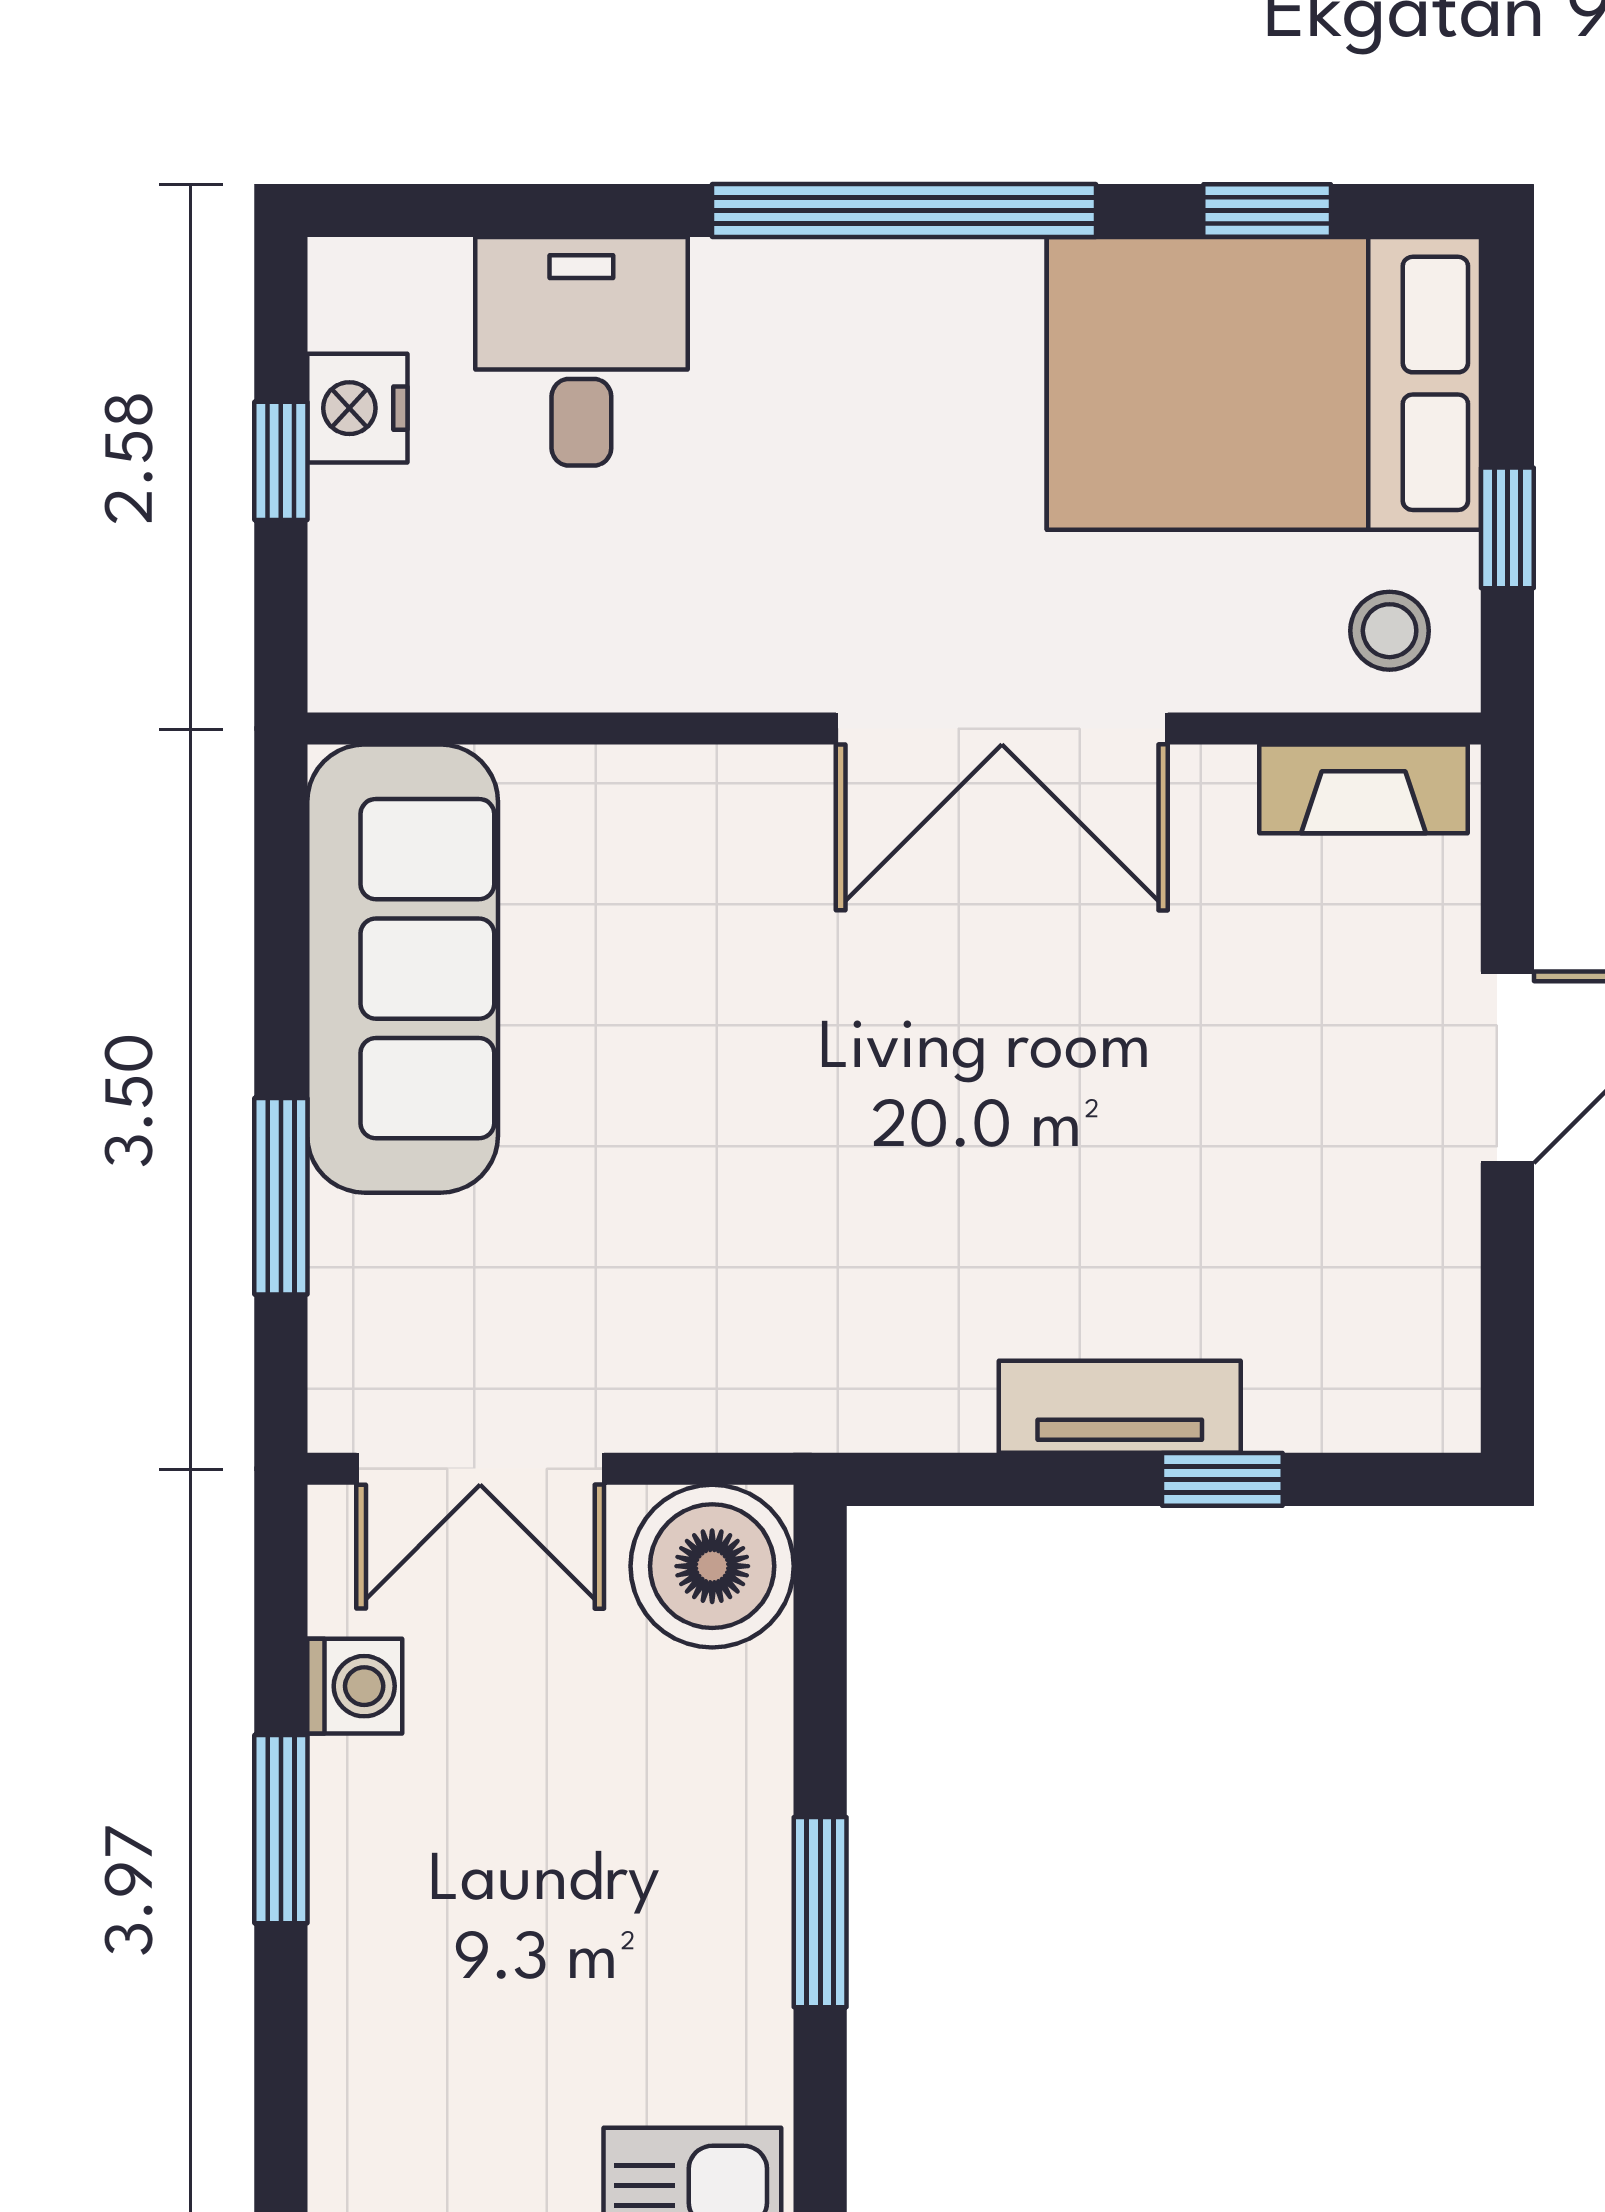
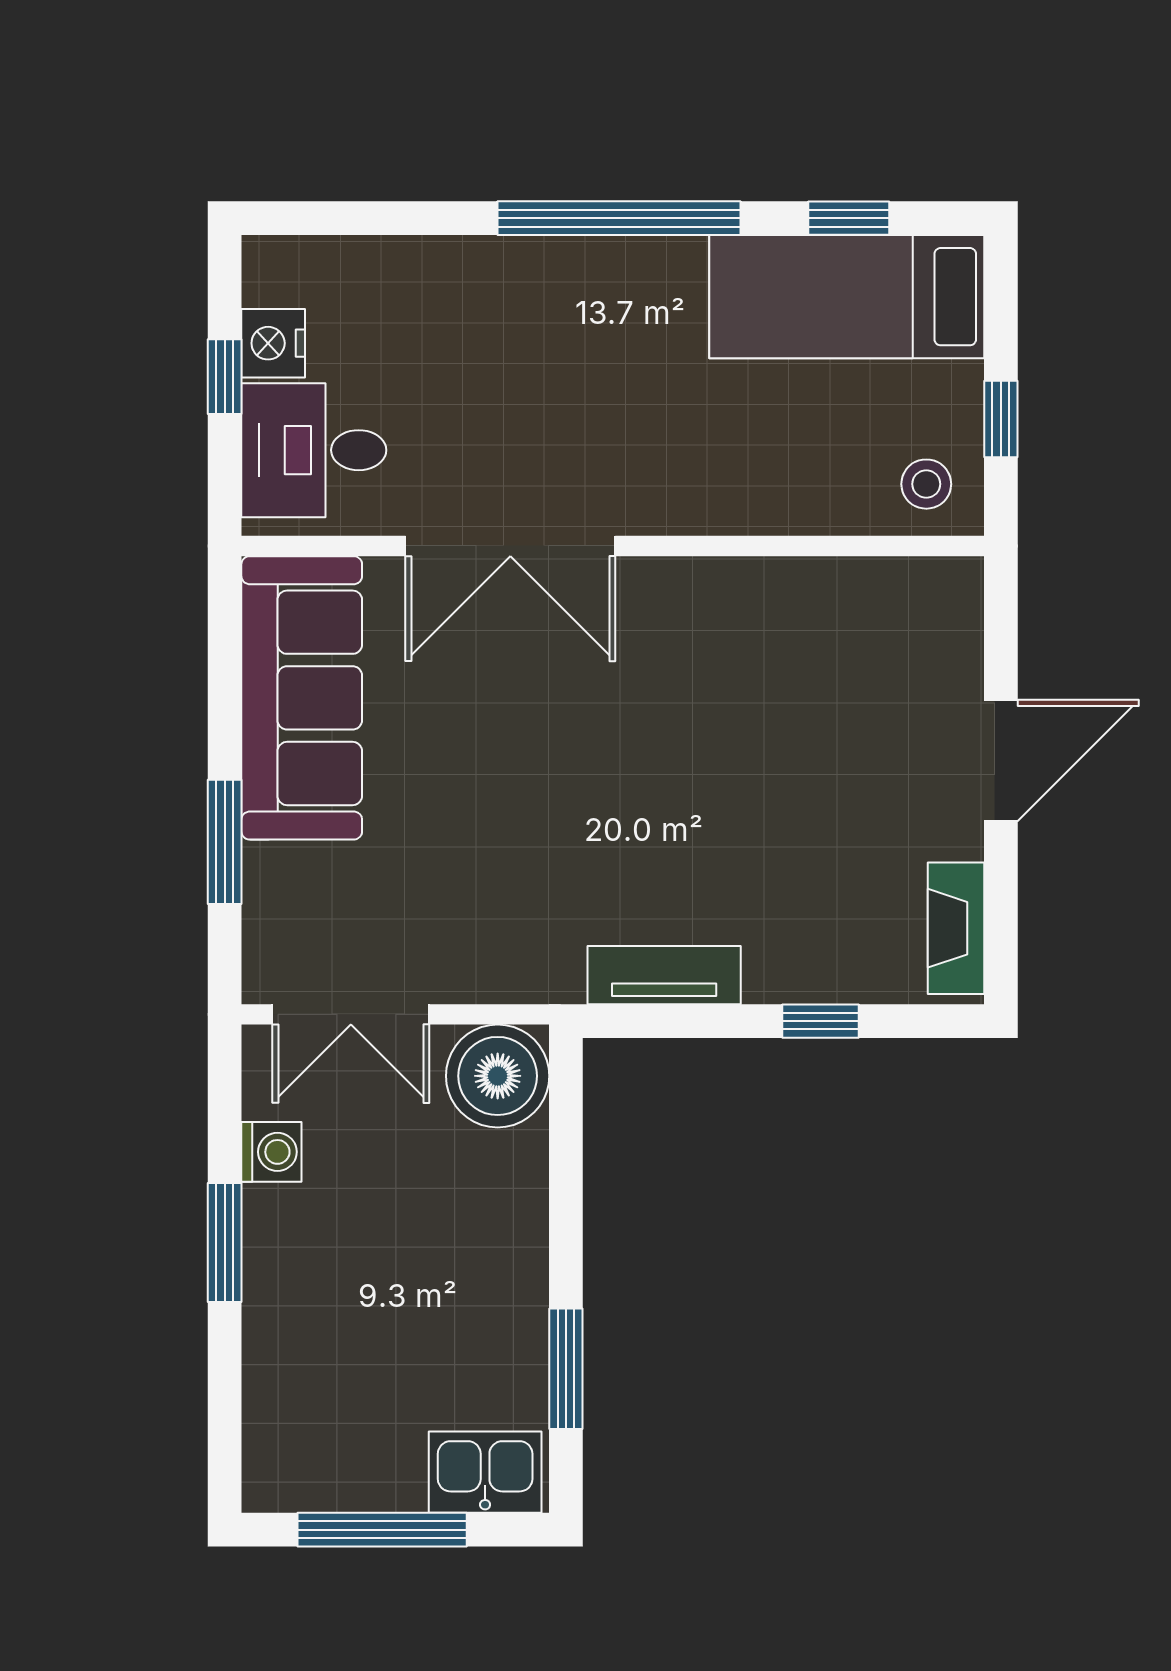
desk: (581, 351) -> (314, 450), moved, turned -90
bed: (1264, 383) -> (847, 297), width x0.67
double door: (1002, 729) -> (510, 546), moved
fireplace: (1364, 789) -> (956, 928), moved, turned 90
tv unit: (1120, 1407) -> (664, 975), moved
window: (820, 1912) -> (566, 1369), moved

